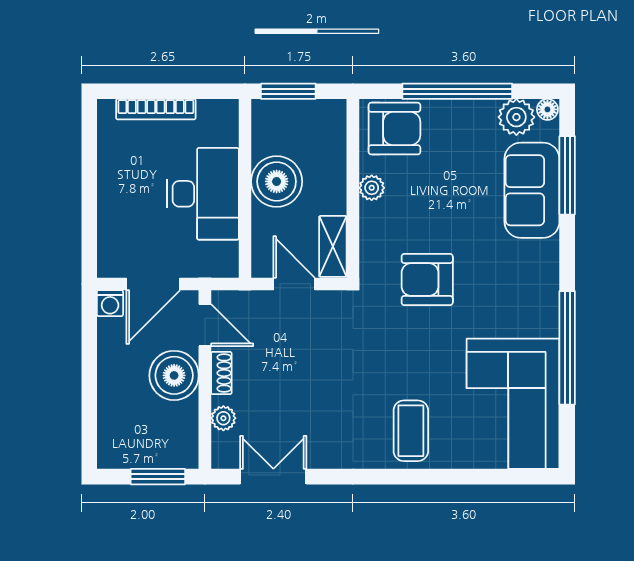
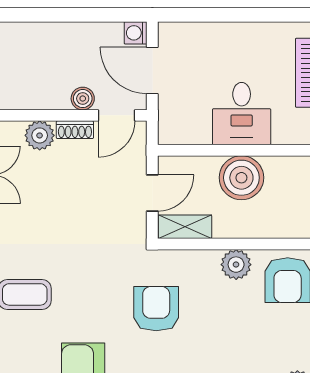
plant: (372, 188) -> (236, 265), width x1.38, depth x1.38
desk: (203, 194) -> (242, 114), width x0.73
boiler: (174, 375) -> (83, 99), width x0.54, depth x0.54
plant: (223, 418) -> (40, 135), width x1.38, depth x1.38

